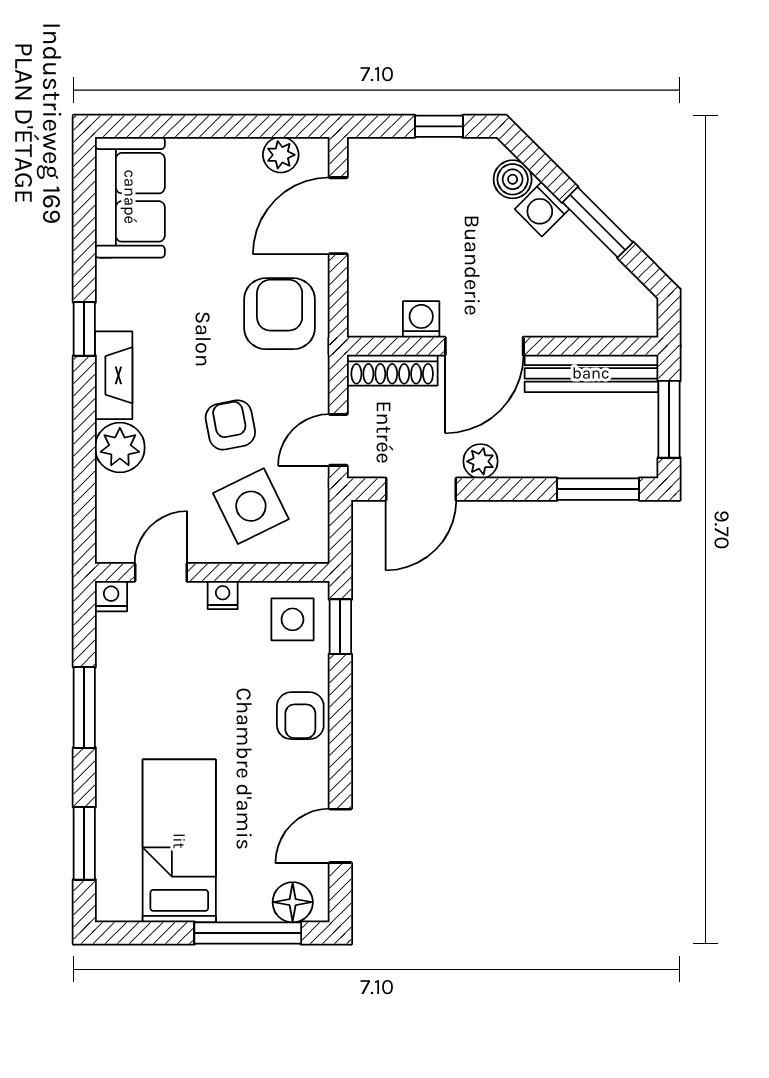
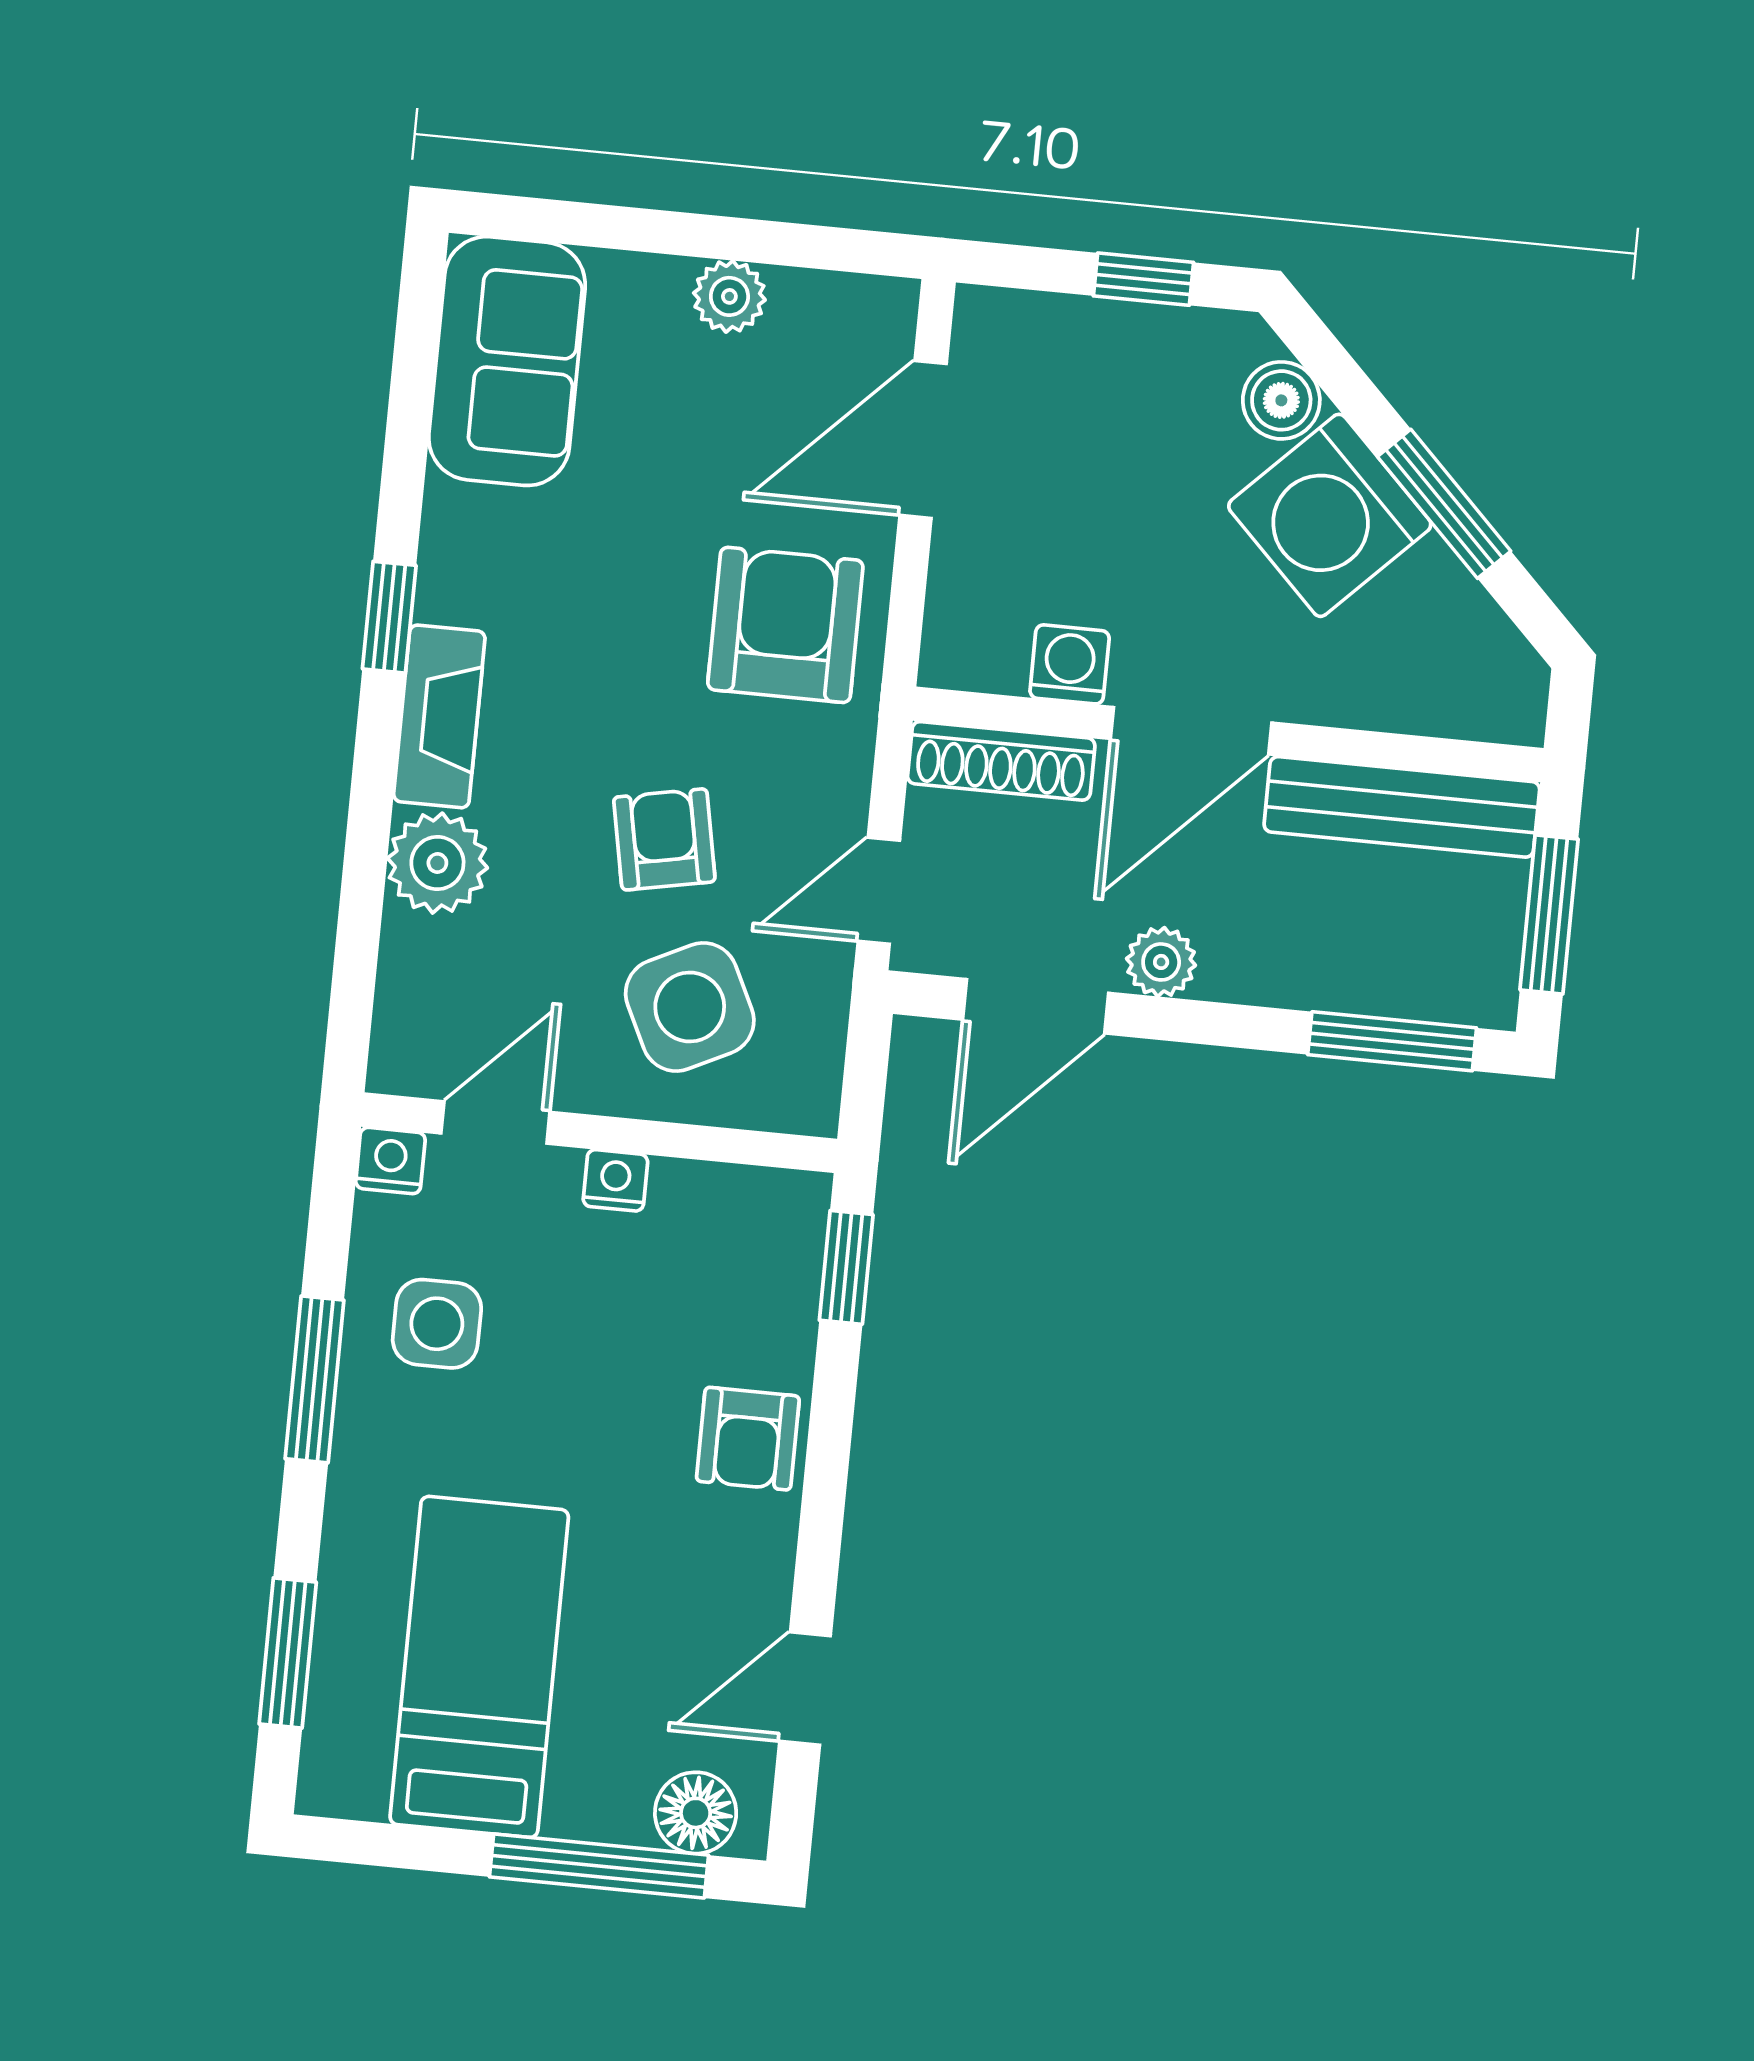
plant: (281, 155) -> (729, 296), moved
washing machine: (542, 209) -> (1330, 515), width x1.89, depth x1.89
side table: (292, 619) -> (437, 1324), moved

